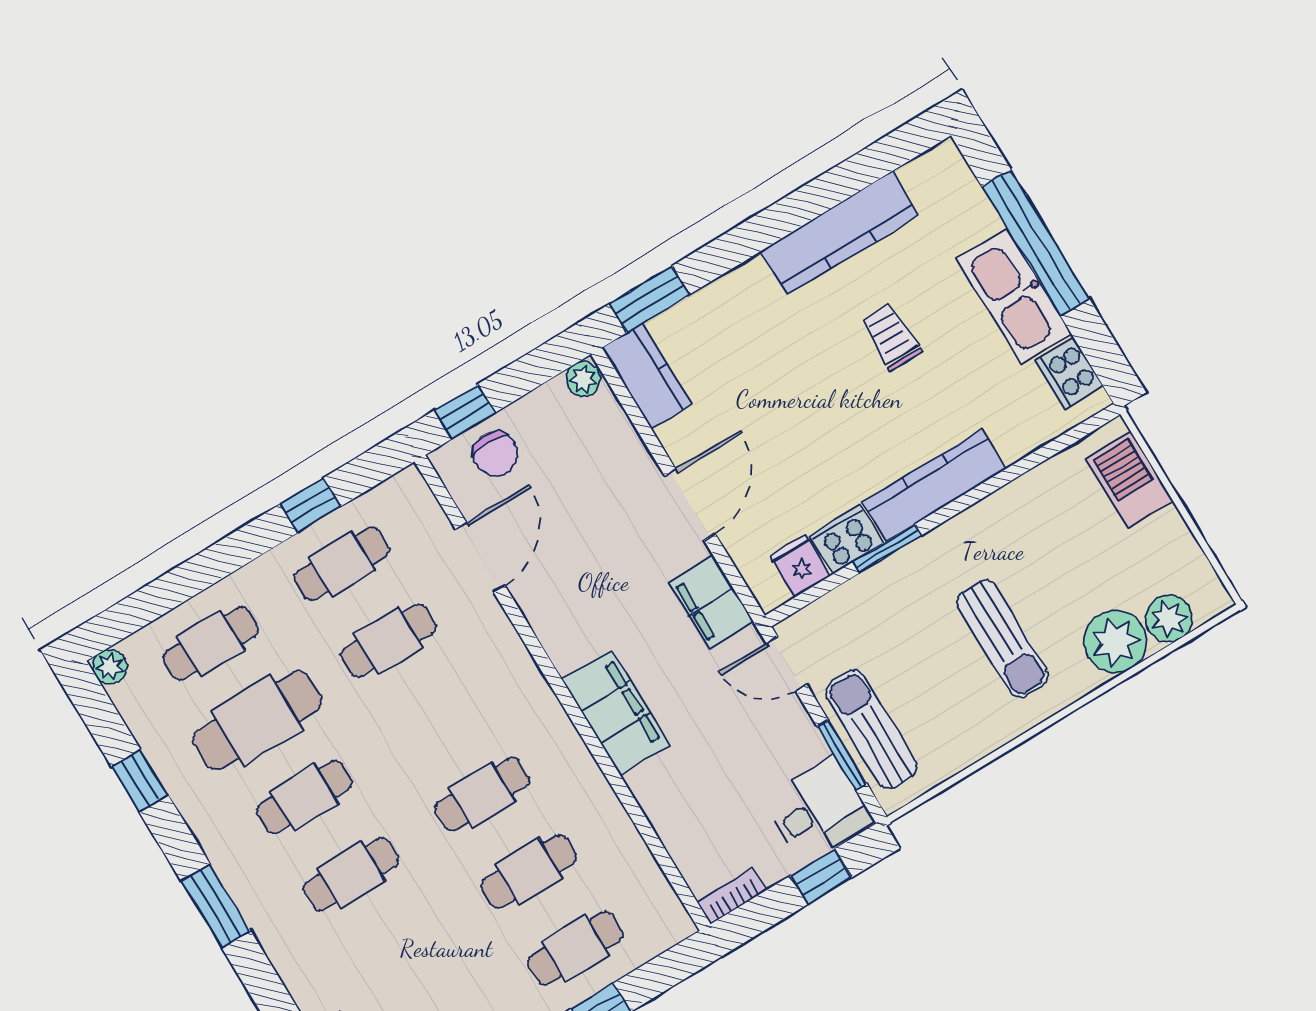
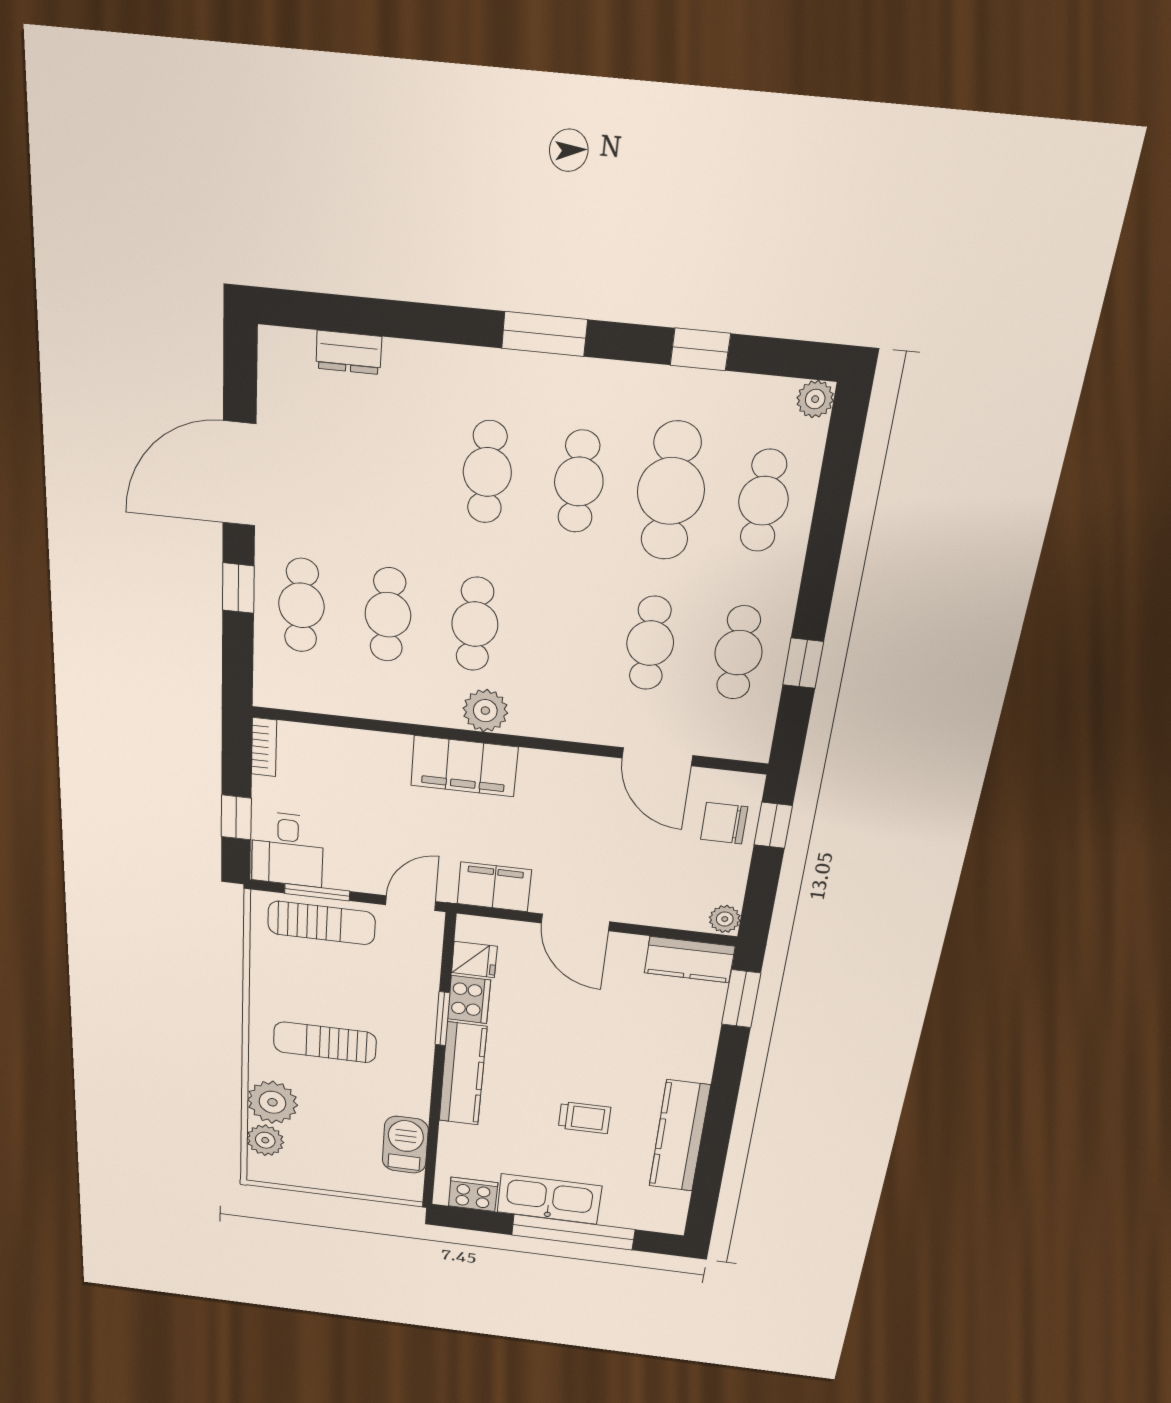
barbecue: (1130, 480) -> (405, 1145), moved, turned -90
plant: (551, 731) -> (485, 711), added

